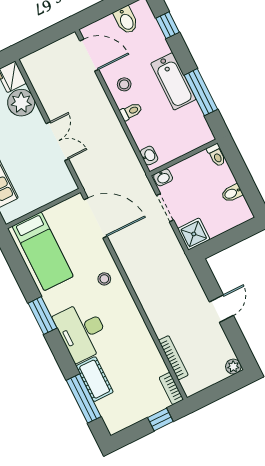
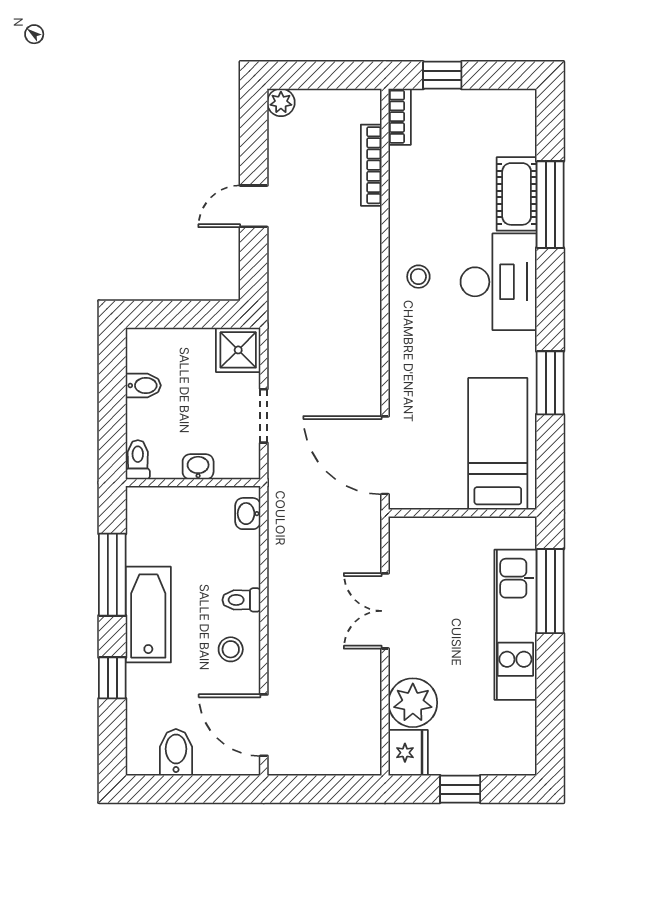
window: (168, 25) -> (112, 678), moved
washbasin: (163, 177) -> (198, 467), moved
stool: (104, 279) -> (418, 277), moved
window: (42, 316) -> (550, 383), moved
window: (84, 399) -> (550, 205), moved

